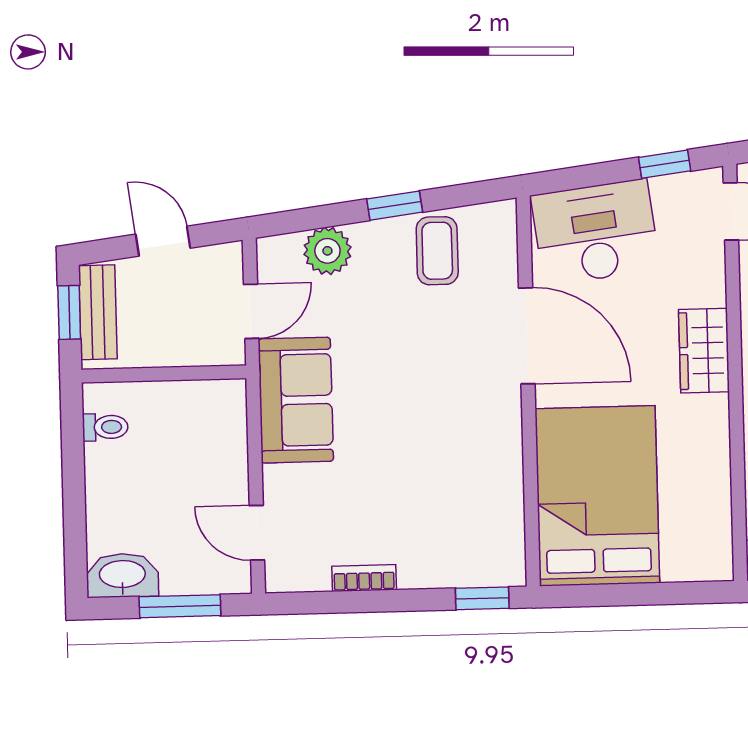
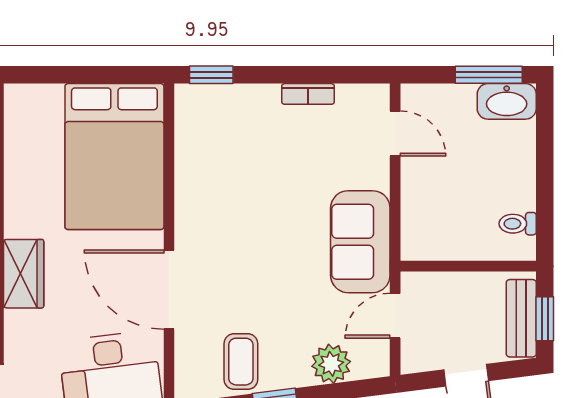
window: (180, 606) -> (489, 75), moved

